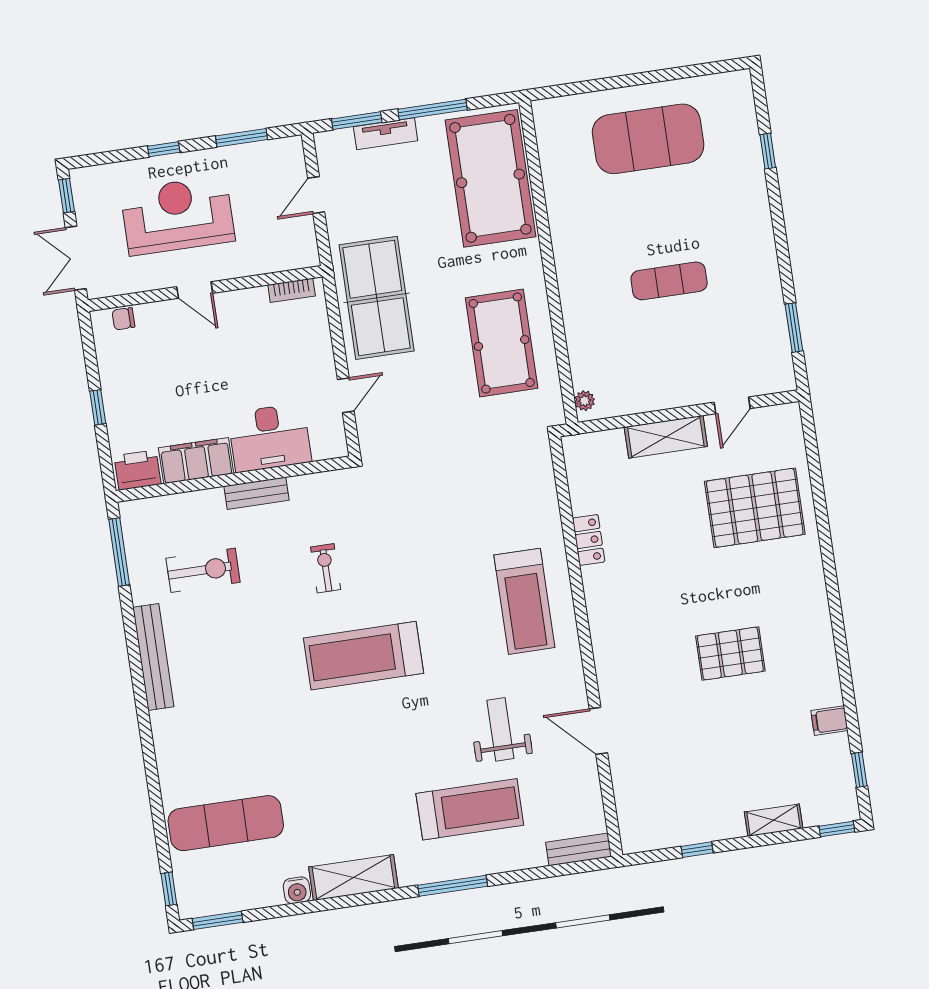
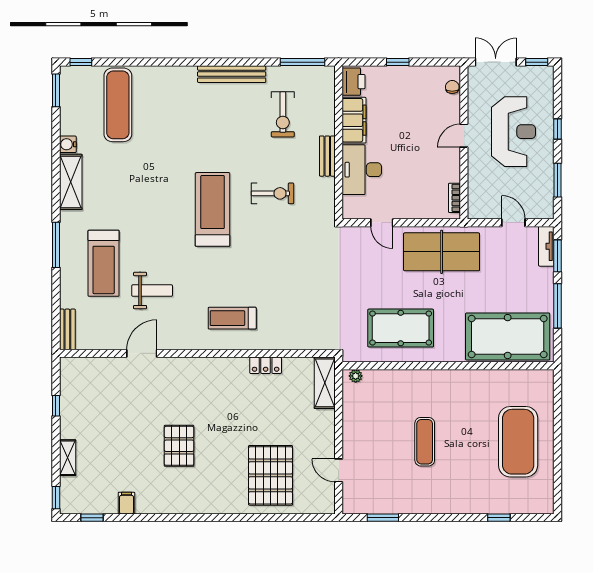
tv unit: (386, 134) -> (546, 246), moved
shelving: (666, 437) -> (325, 383), moved
exercise bike: (326, 568) -> (272, 193), width x1.38, depth x1.39
treadmill: (524, 601) -> (232, 318), width x0.73, depth x0.73

